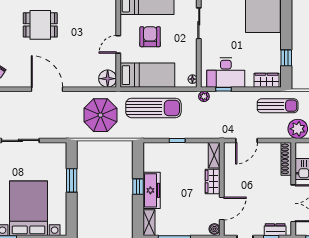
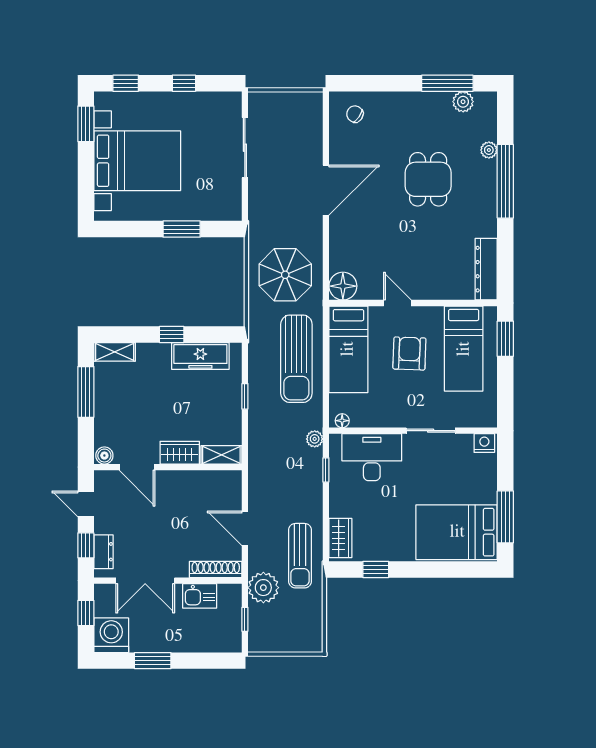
armchair: (150, 37) -> (409, 353), turned -88
desk: (226, 73) -> (372, 457), moved, turned 90
door: (247, 140) -> (245, 528), moved
freezer: (152, 190) -> (200, 356), moved

